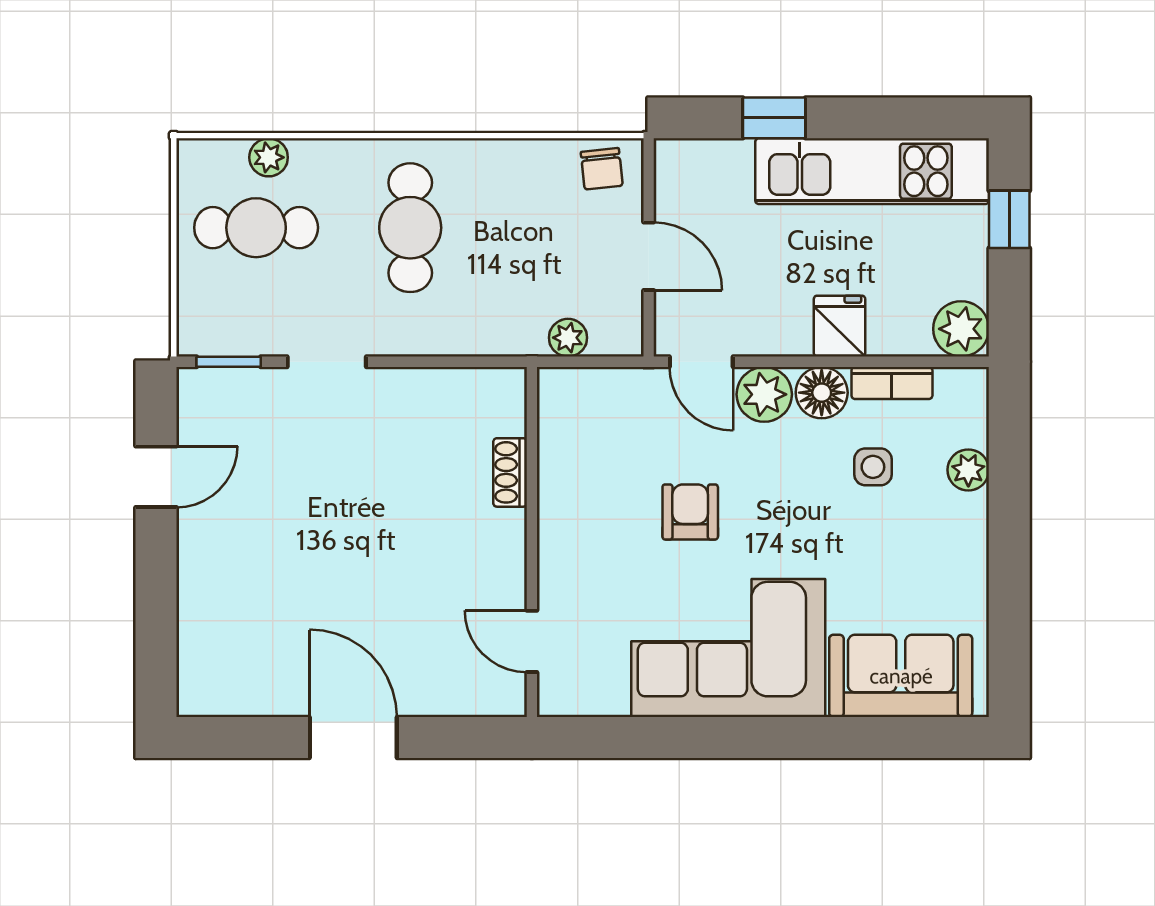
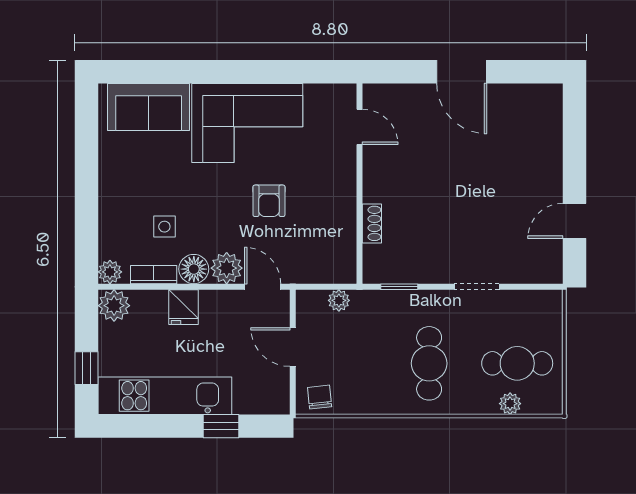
window: (229, 362) -> (399, 287), moved
plant: (968, 470) -> (110, 272), moved

